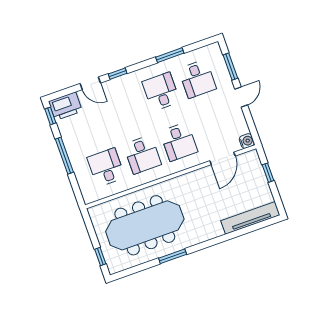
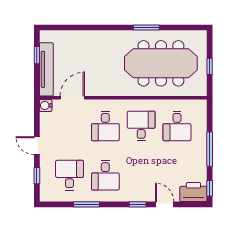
window: (230, 67) -> (37, 176), width x0.67
door: (241, 97) -> (37, 146), hinge flipped
desk: (179, 142) -> (105, 126), turned 180
window: (268, 173) -> (37, 55), moved
tv unit: (250, 218) -> (46, 69), moved, turned -90
window: (100, 257) -> (210, 66), moved

